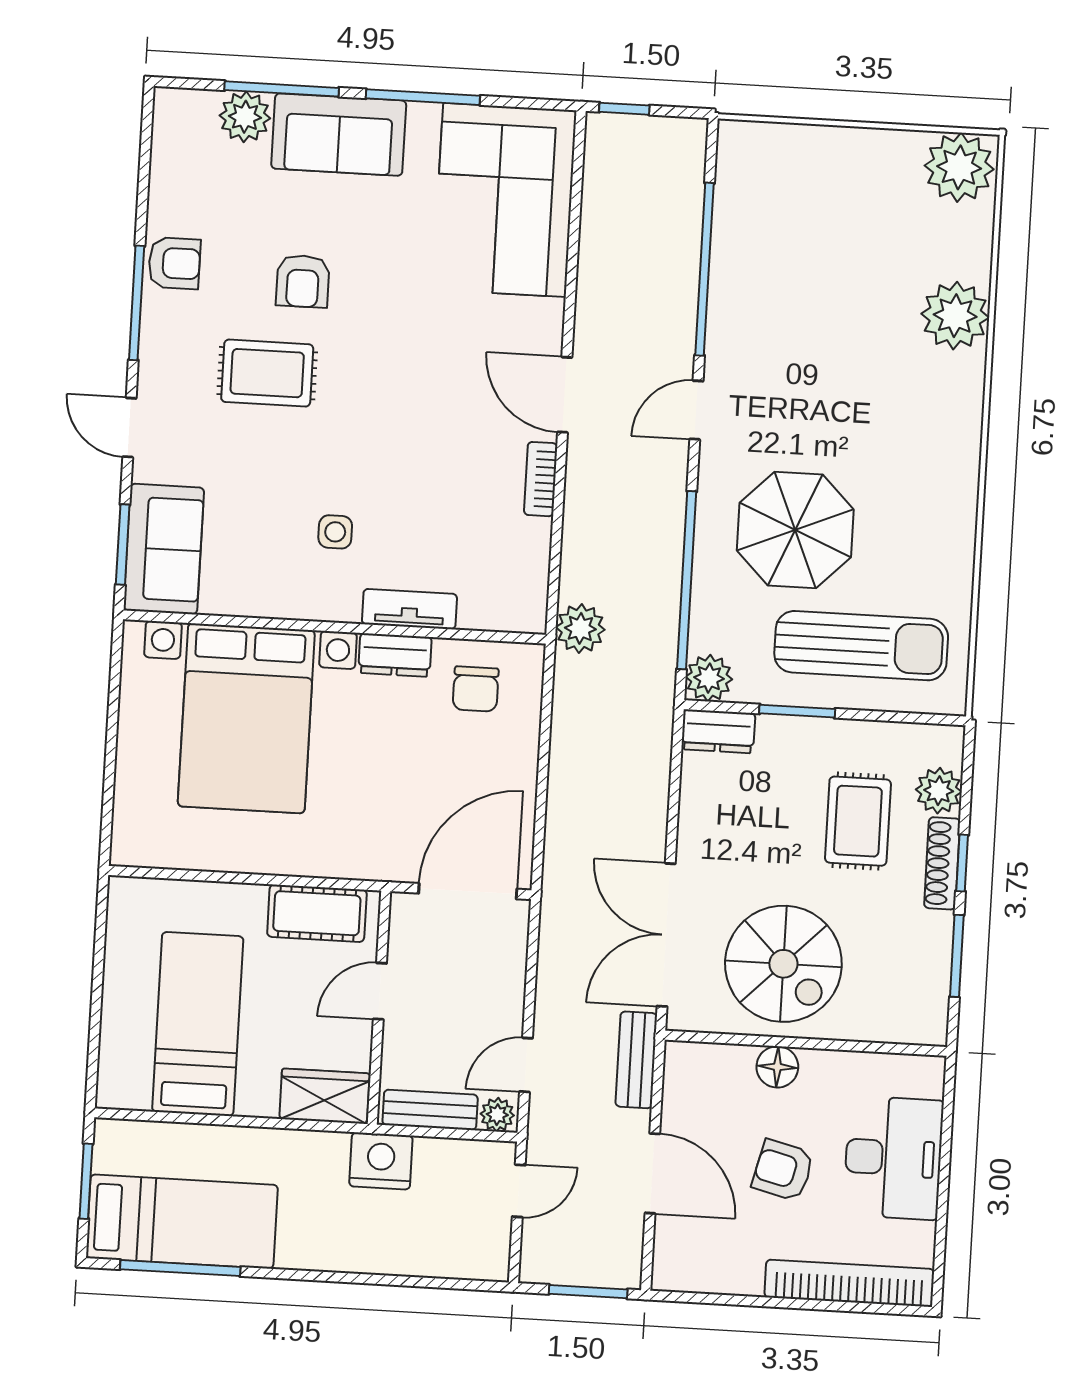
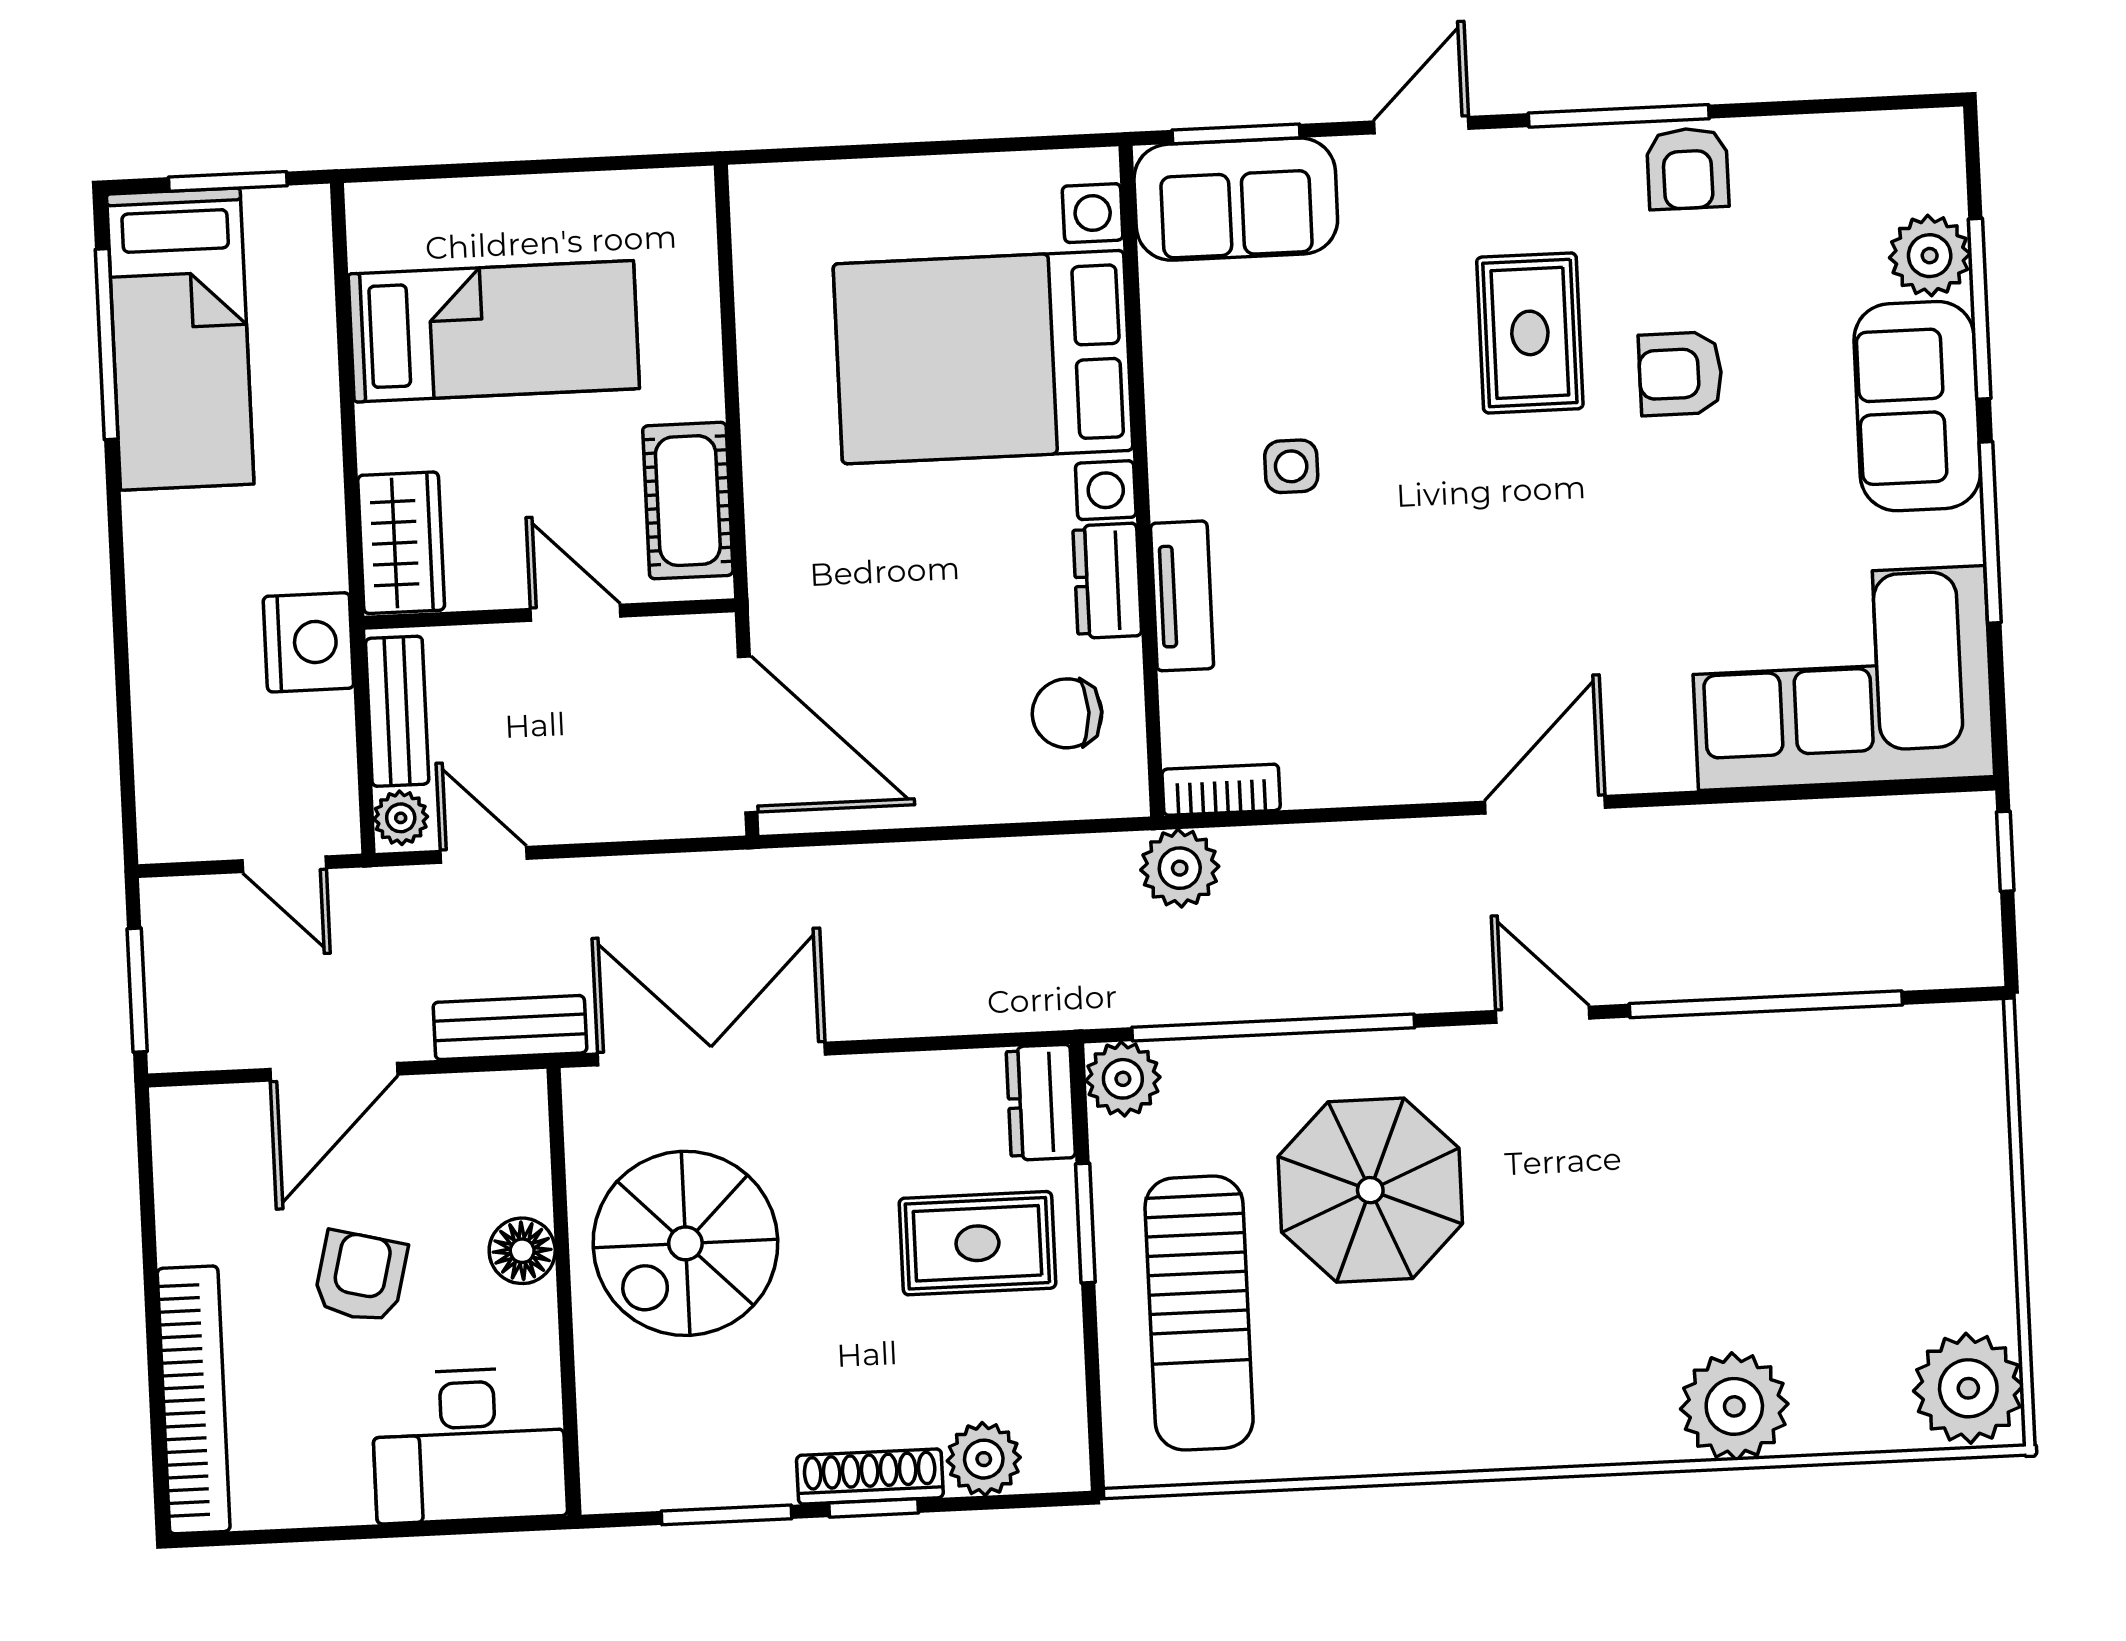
bookcase: (541, 479) -> (1221, 790), moved
rug: (858, 821) -> (977, 1243), moved
desk: (893, 1158) -> (469, 1445), moved

